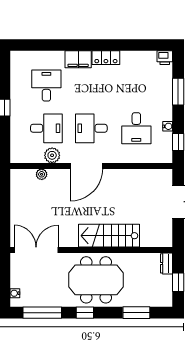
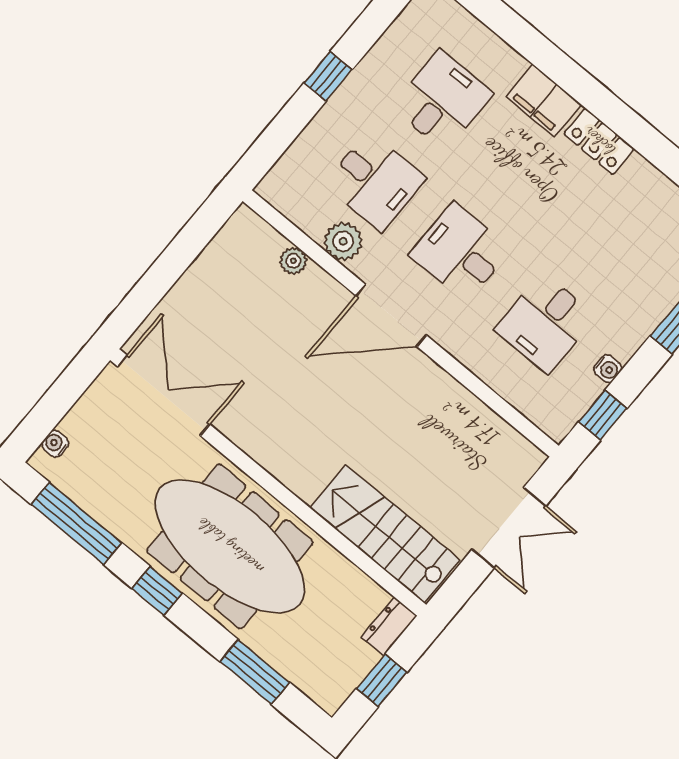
stairs: (109, 236) -> (385, 534), moved
meeting table: (96, 280) -> (230, 546), width x1.36

